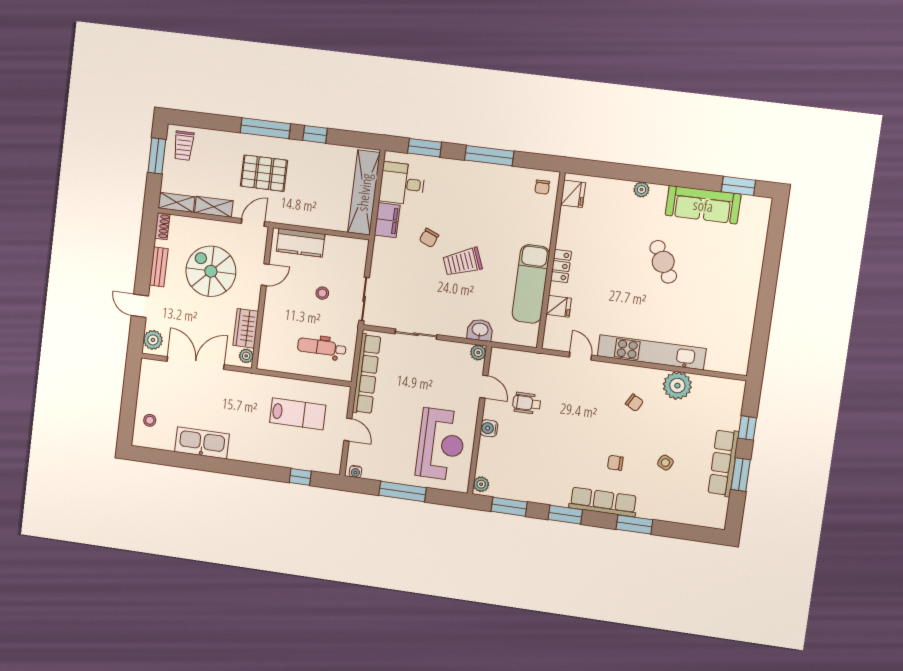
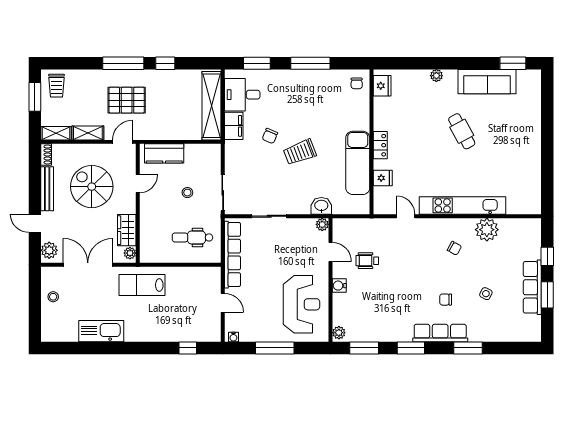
bench: (159, 267) -> (47, 189), width x1.36
lab bench: (298, 414) -> (142, 285), moved, turned 180
stool: (150, 420) -> (53, 297), moved

